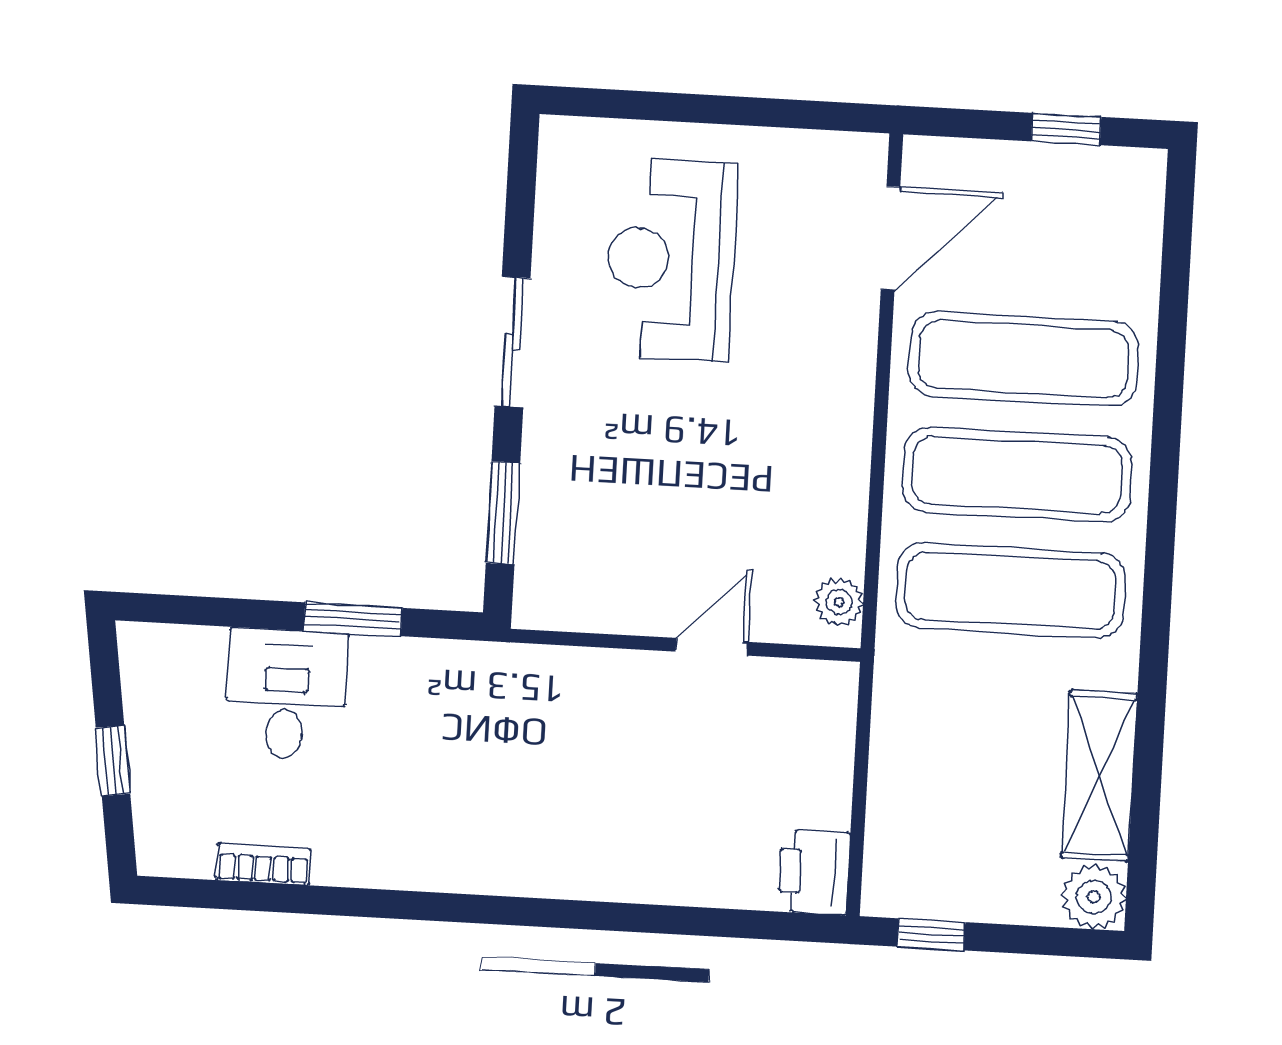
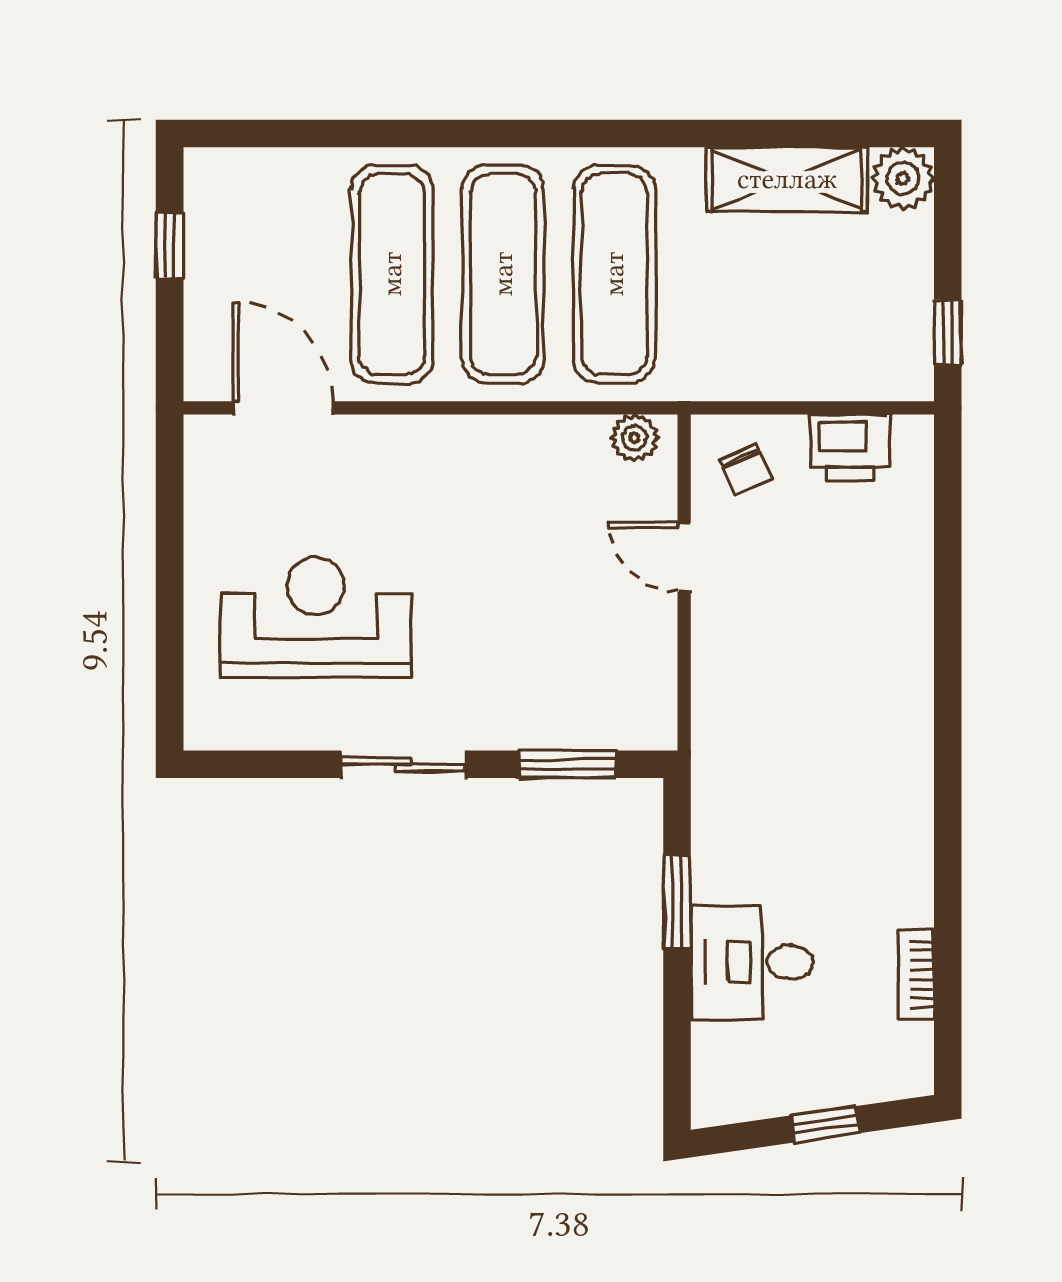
reception desk: (671, 260) -> (316, 617), turned 180
chair: (799, 716) -> (746, 470), added
printer: (814, 872) -> (850, 447), moved

